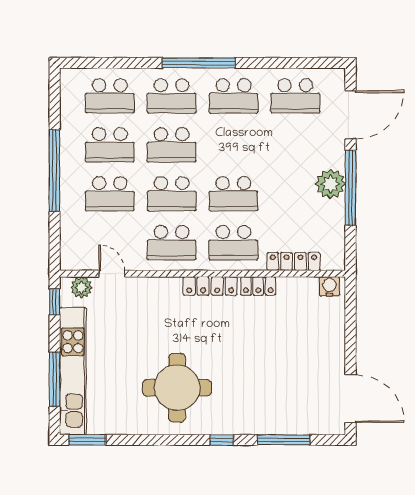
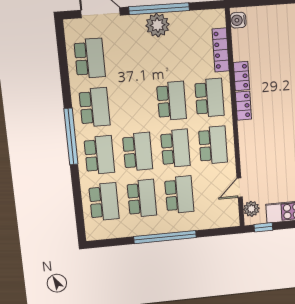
locker: (210, 286) -> (243, 106), width x0.66

